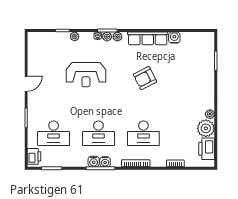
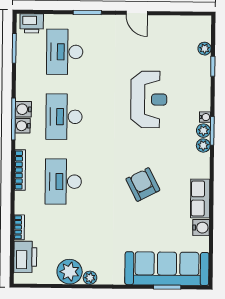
plant: (75, 36) -> (205, 49), moved
row of seats: (148, 38) -> (200, 199), width x0.68
sofa: (203, 61) -> (167, 269), added
reception desk: (86, 75) -> (149, 99), turned 180
printer: (207, 149) -> (25, 257), moved, turned 90

